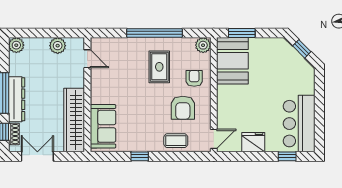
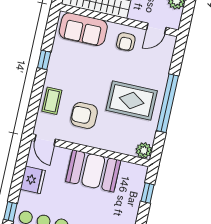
window: (242, 33) -> (148, 193), width x0.67
booth: (232, 61) -> (93, 171), moved
rug: (159, 67) -> (132, 101), width x1.36, depth x1.43
armchair: (194, 78) -> (126, 42), moved, turned 90

